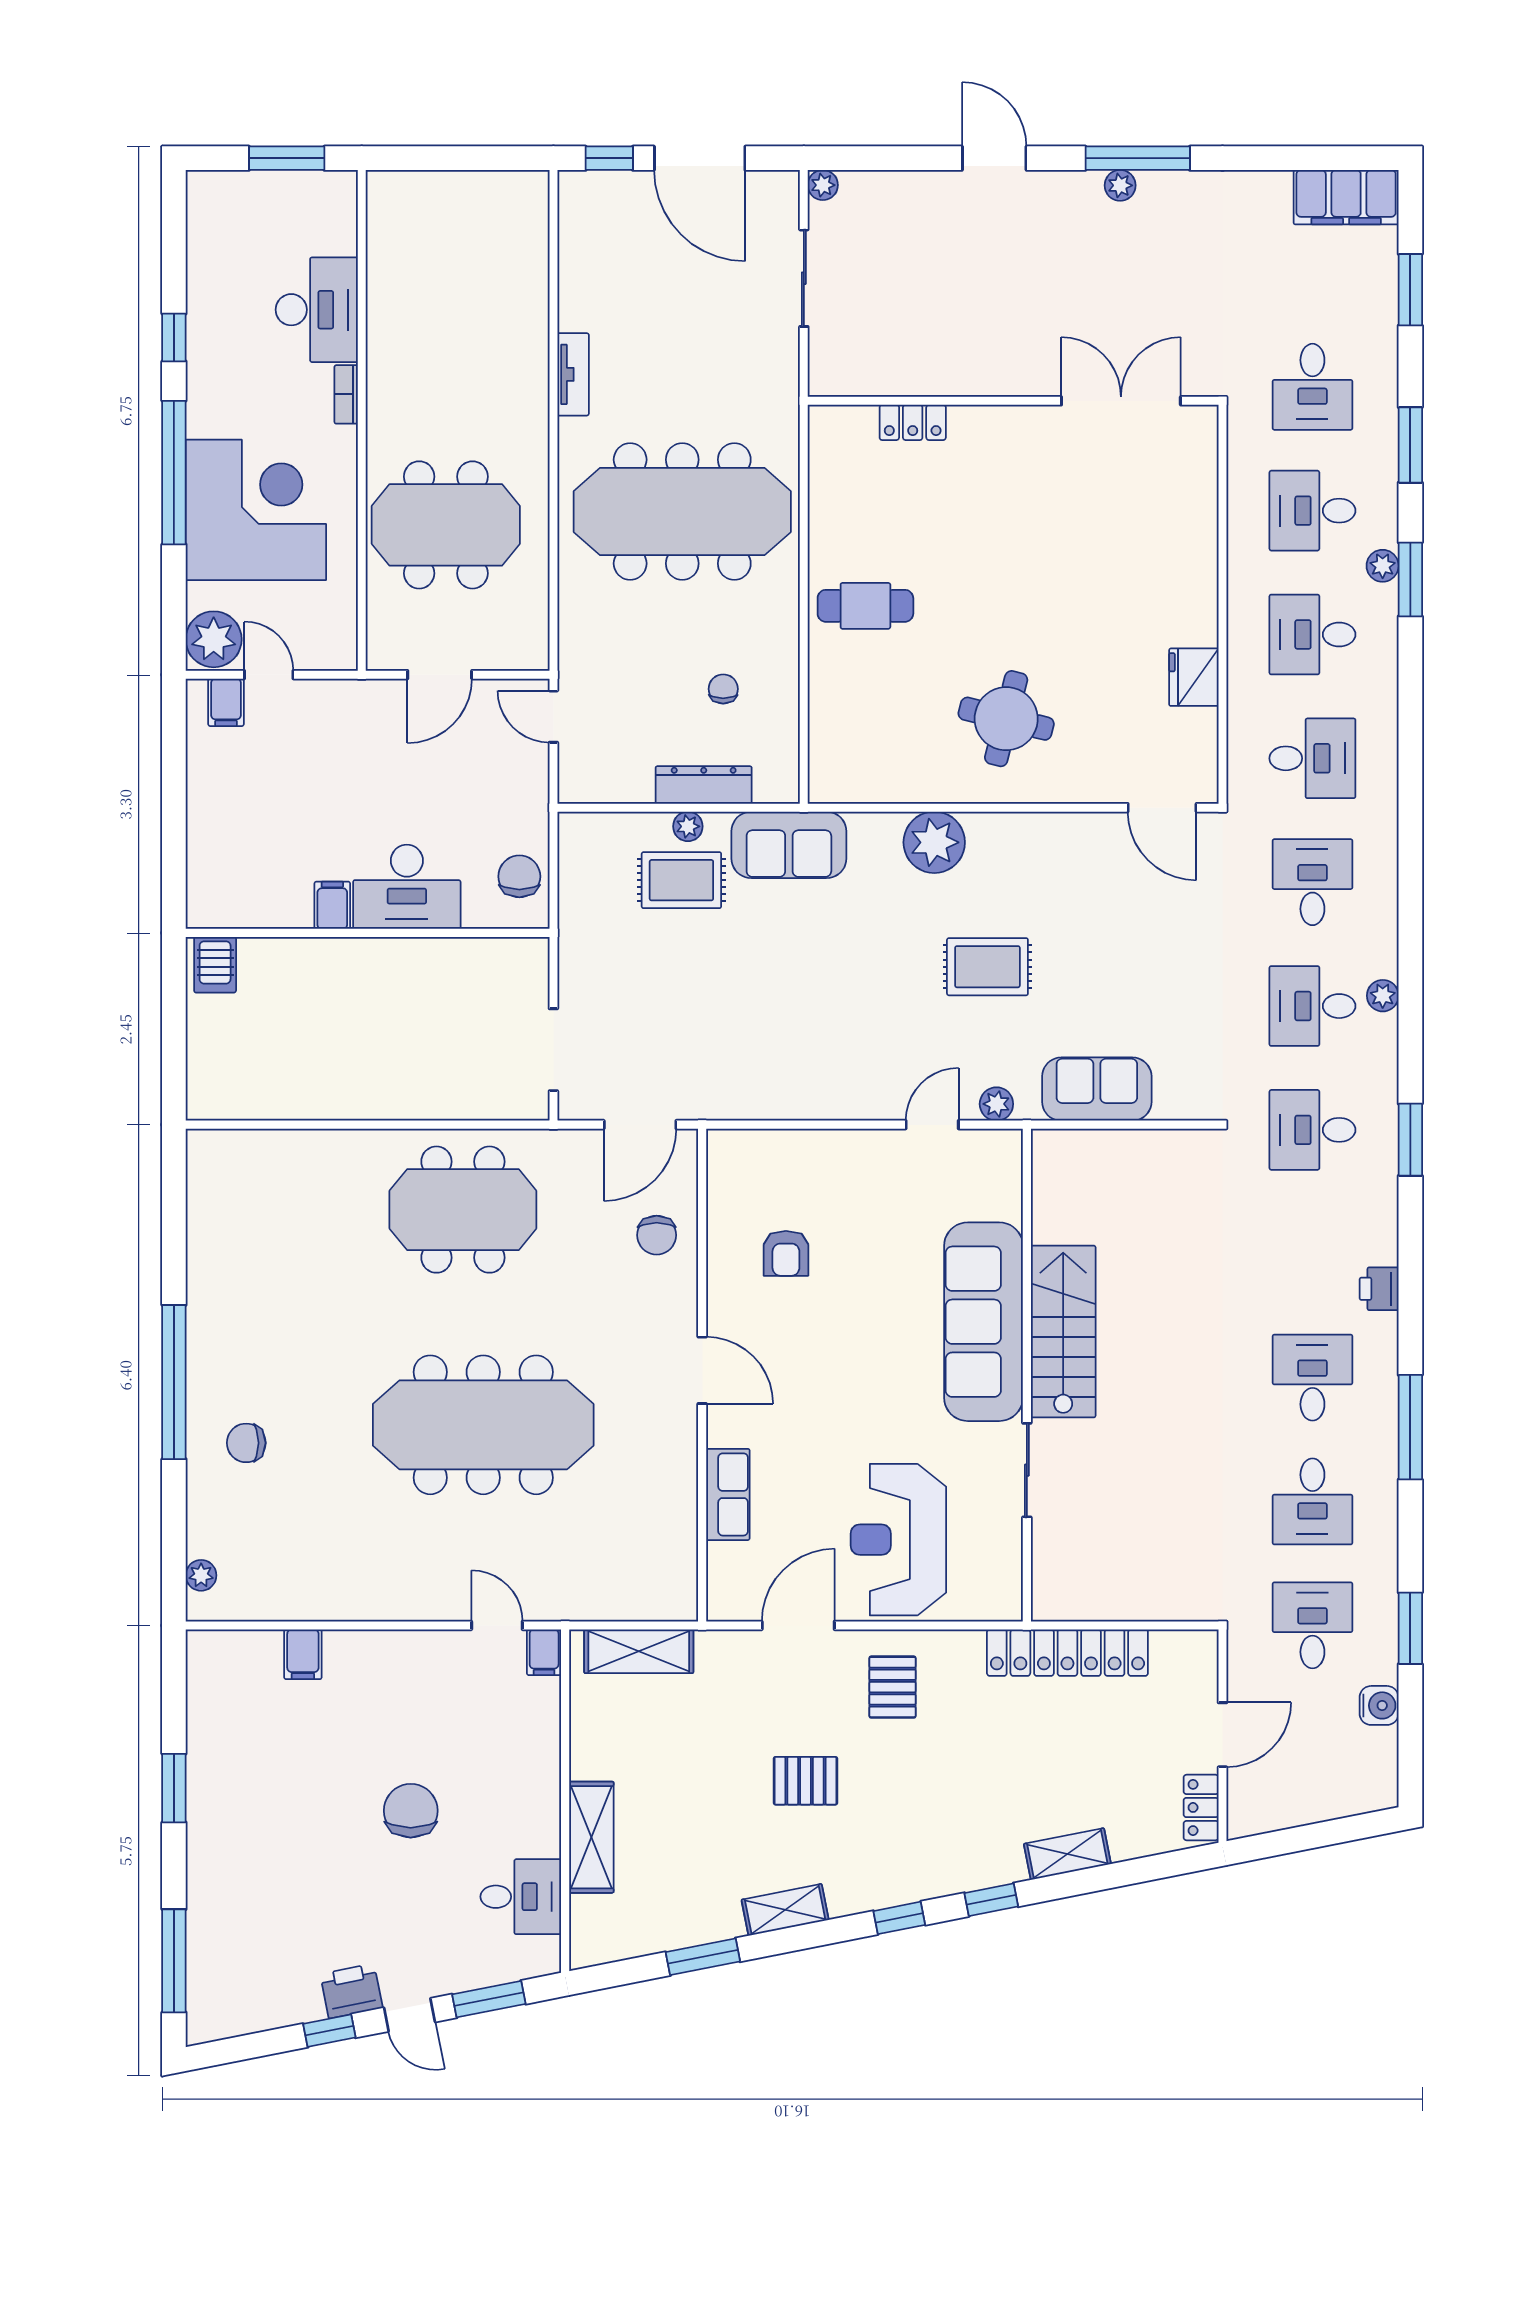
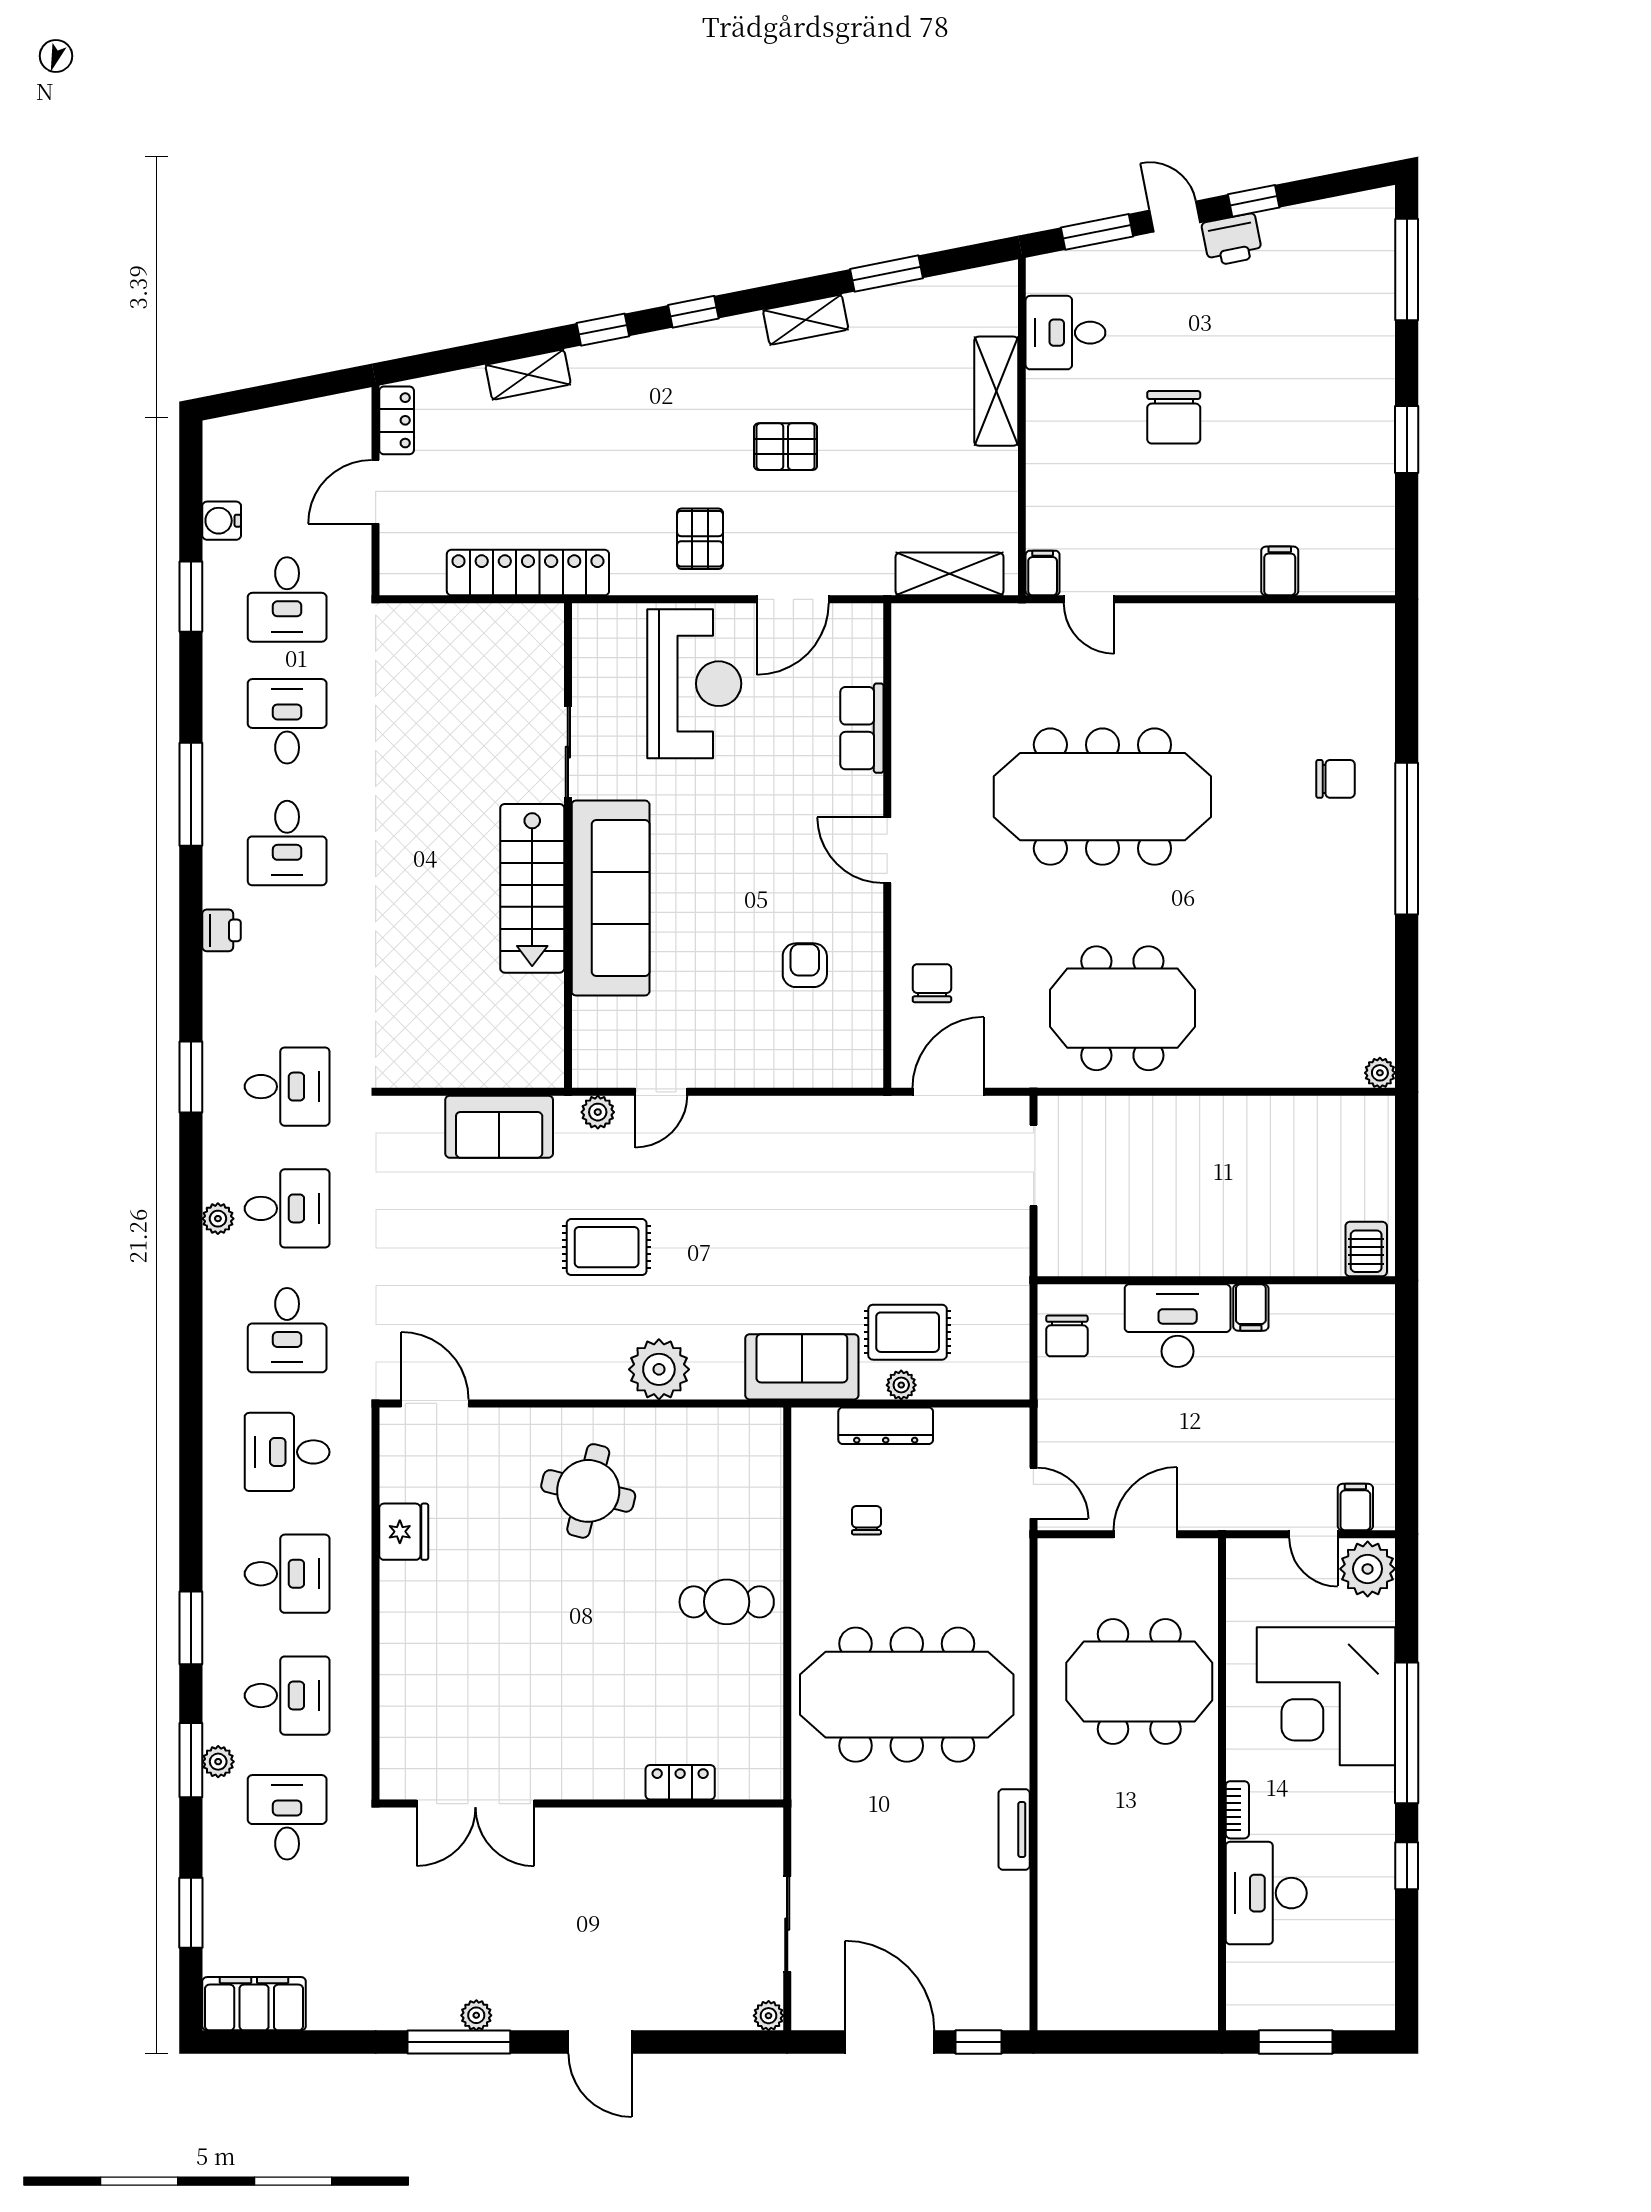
plant: (1383, 566) -> (218, 1762), moved
chair: (723, 689) -> (866, 1520), turned 180
plant: (201, 1575) -> (1380, 1073), moved

